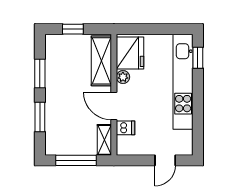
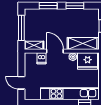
door: (114, 106) -> (55, 51), hinge flipped

